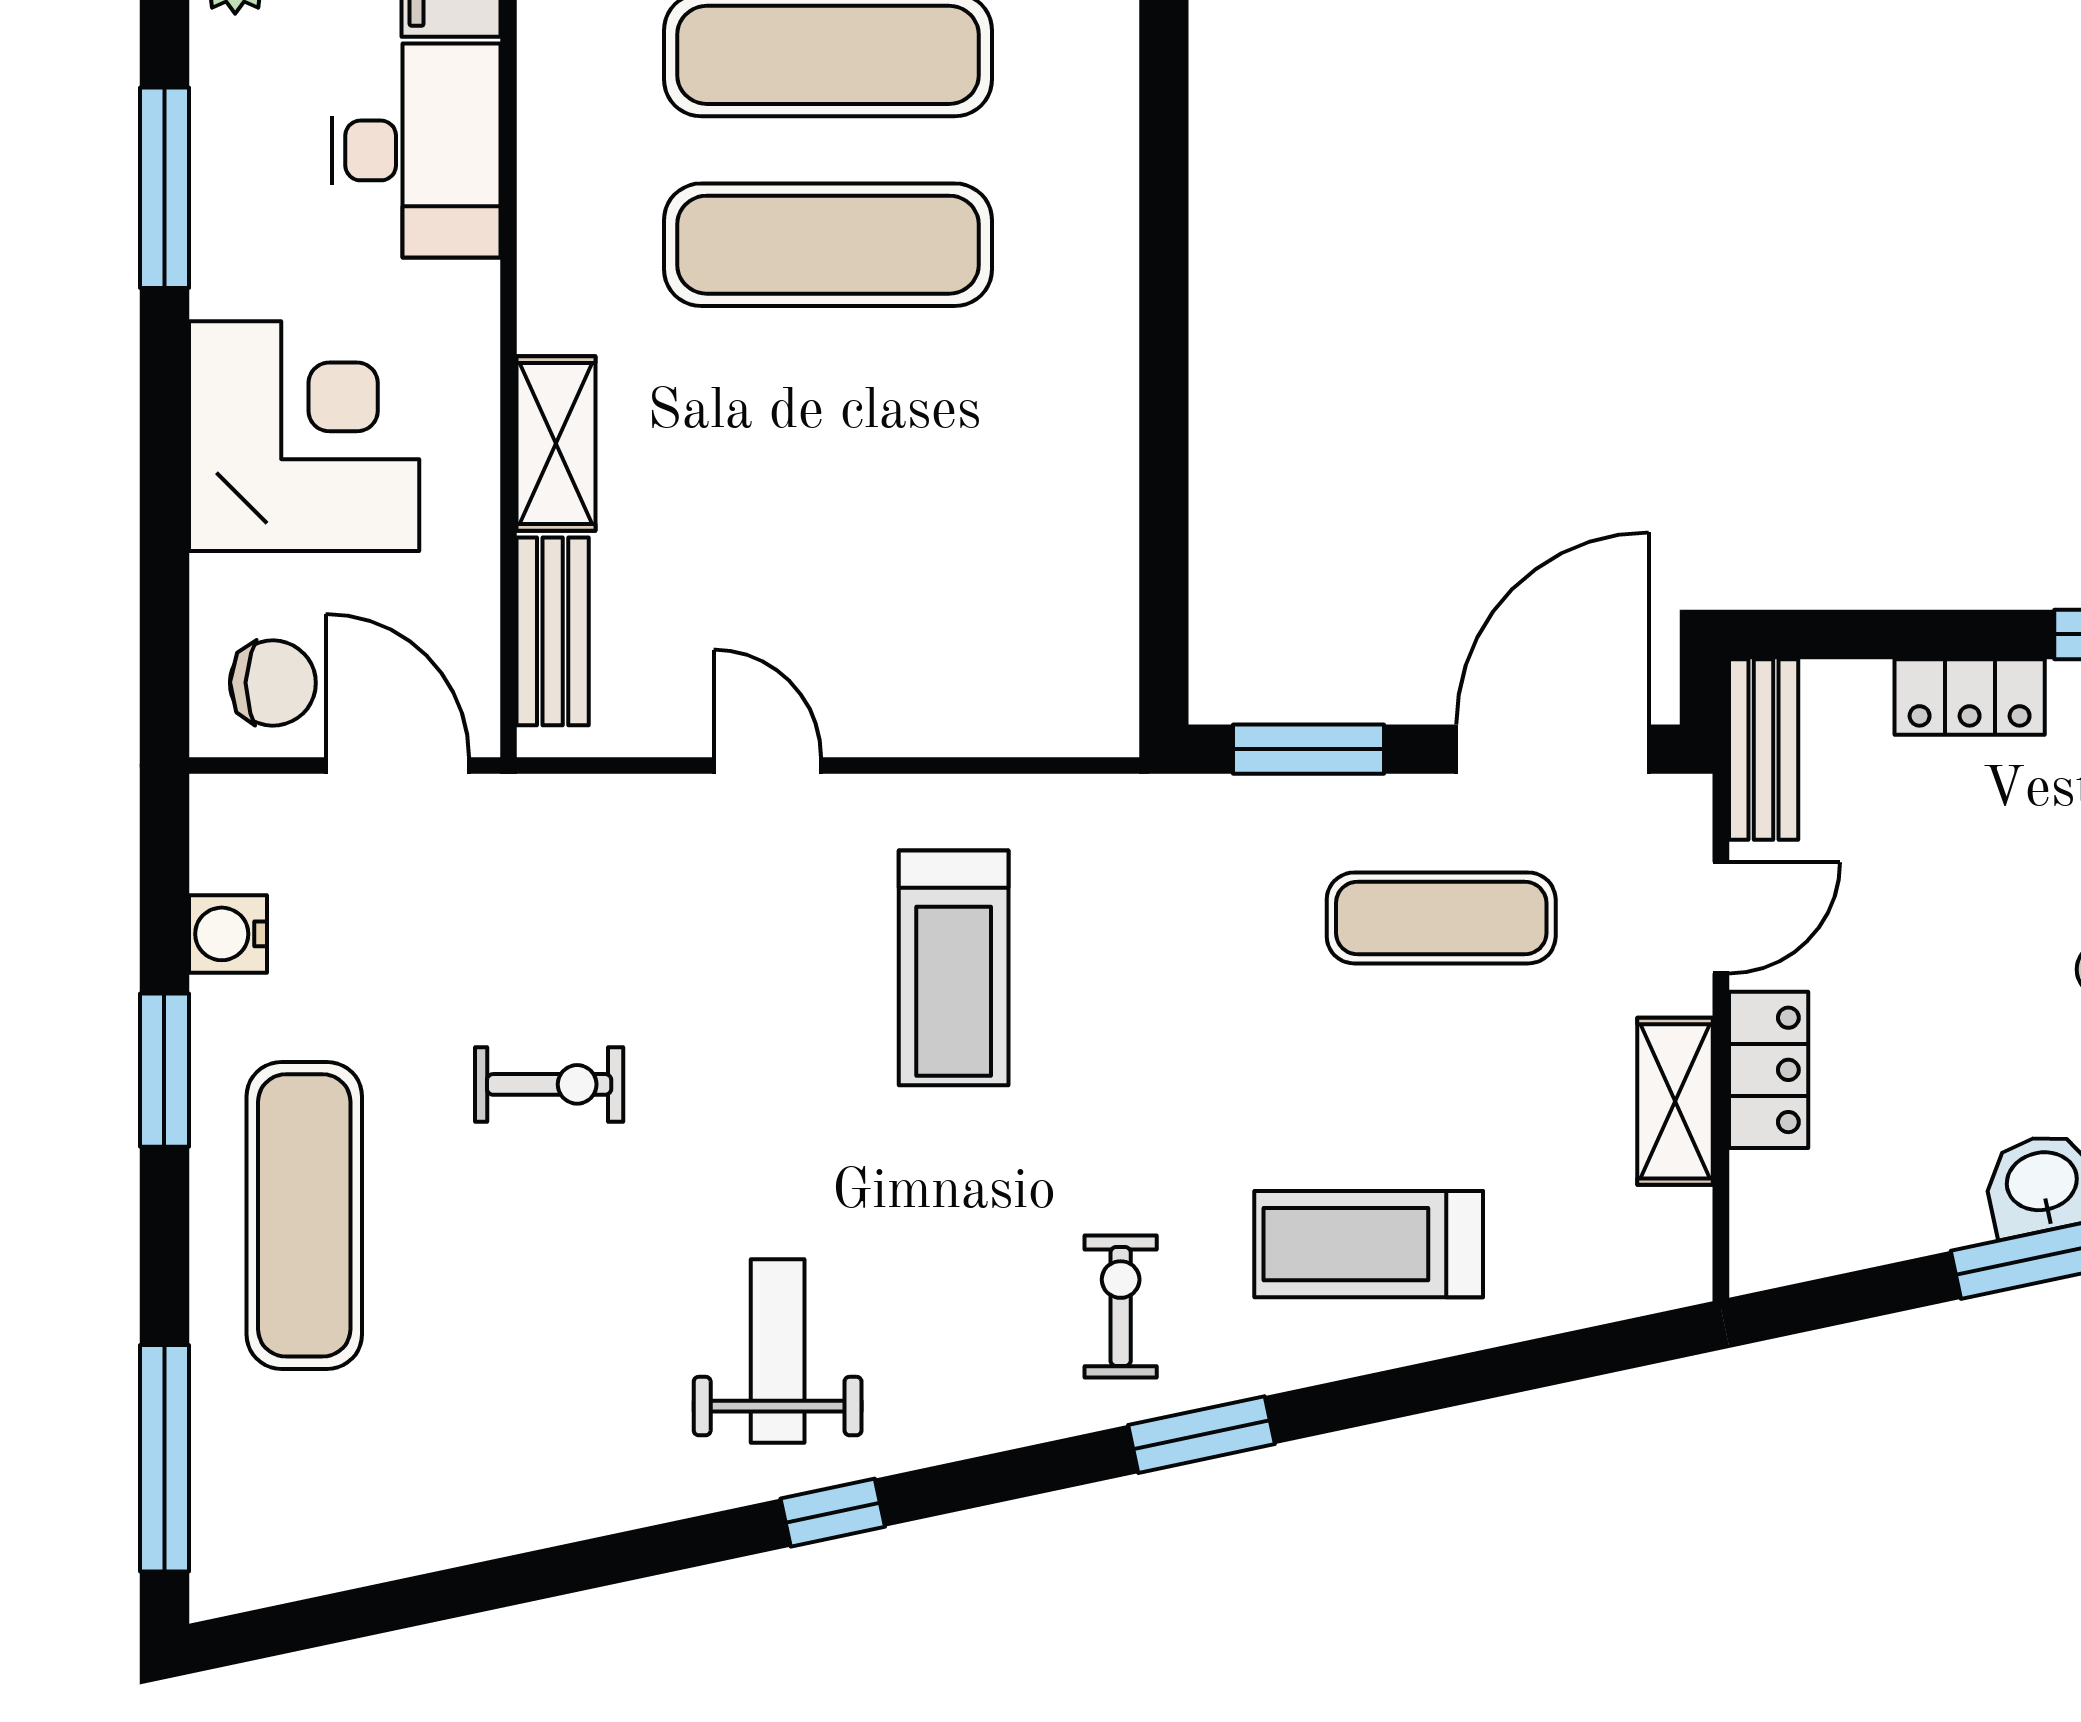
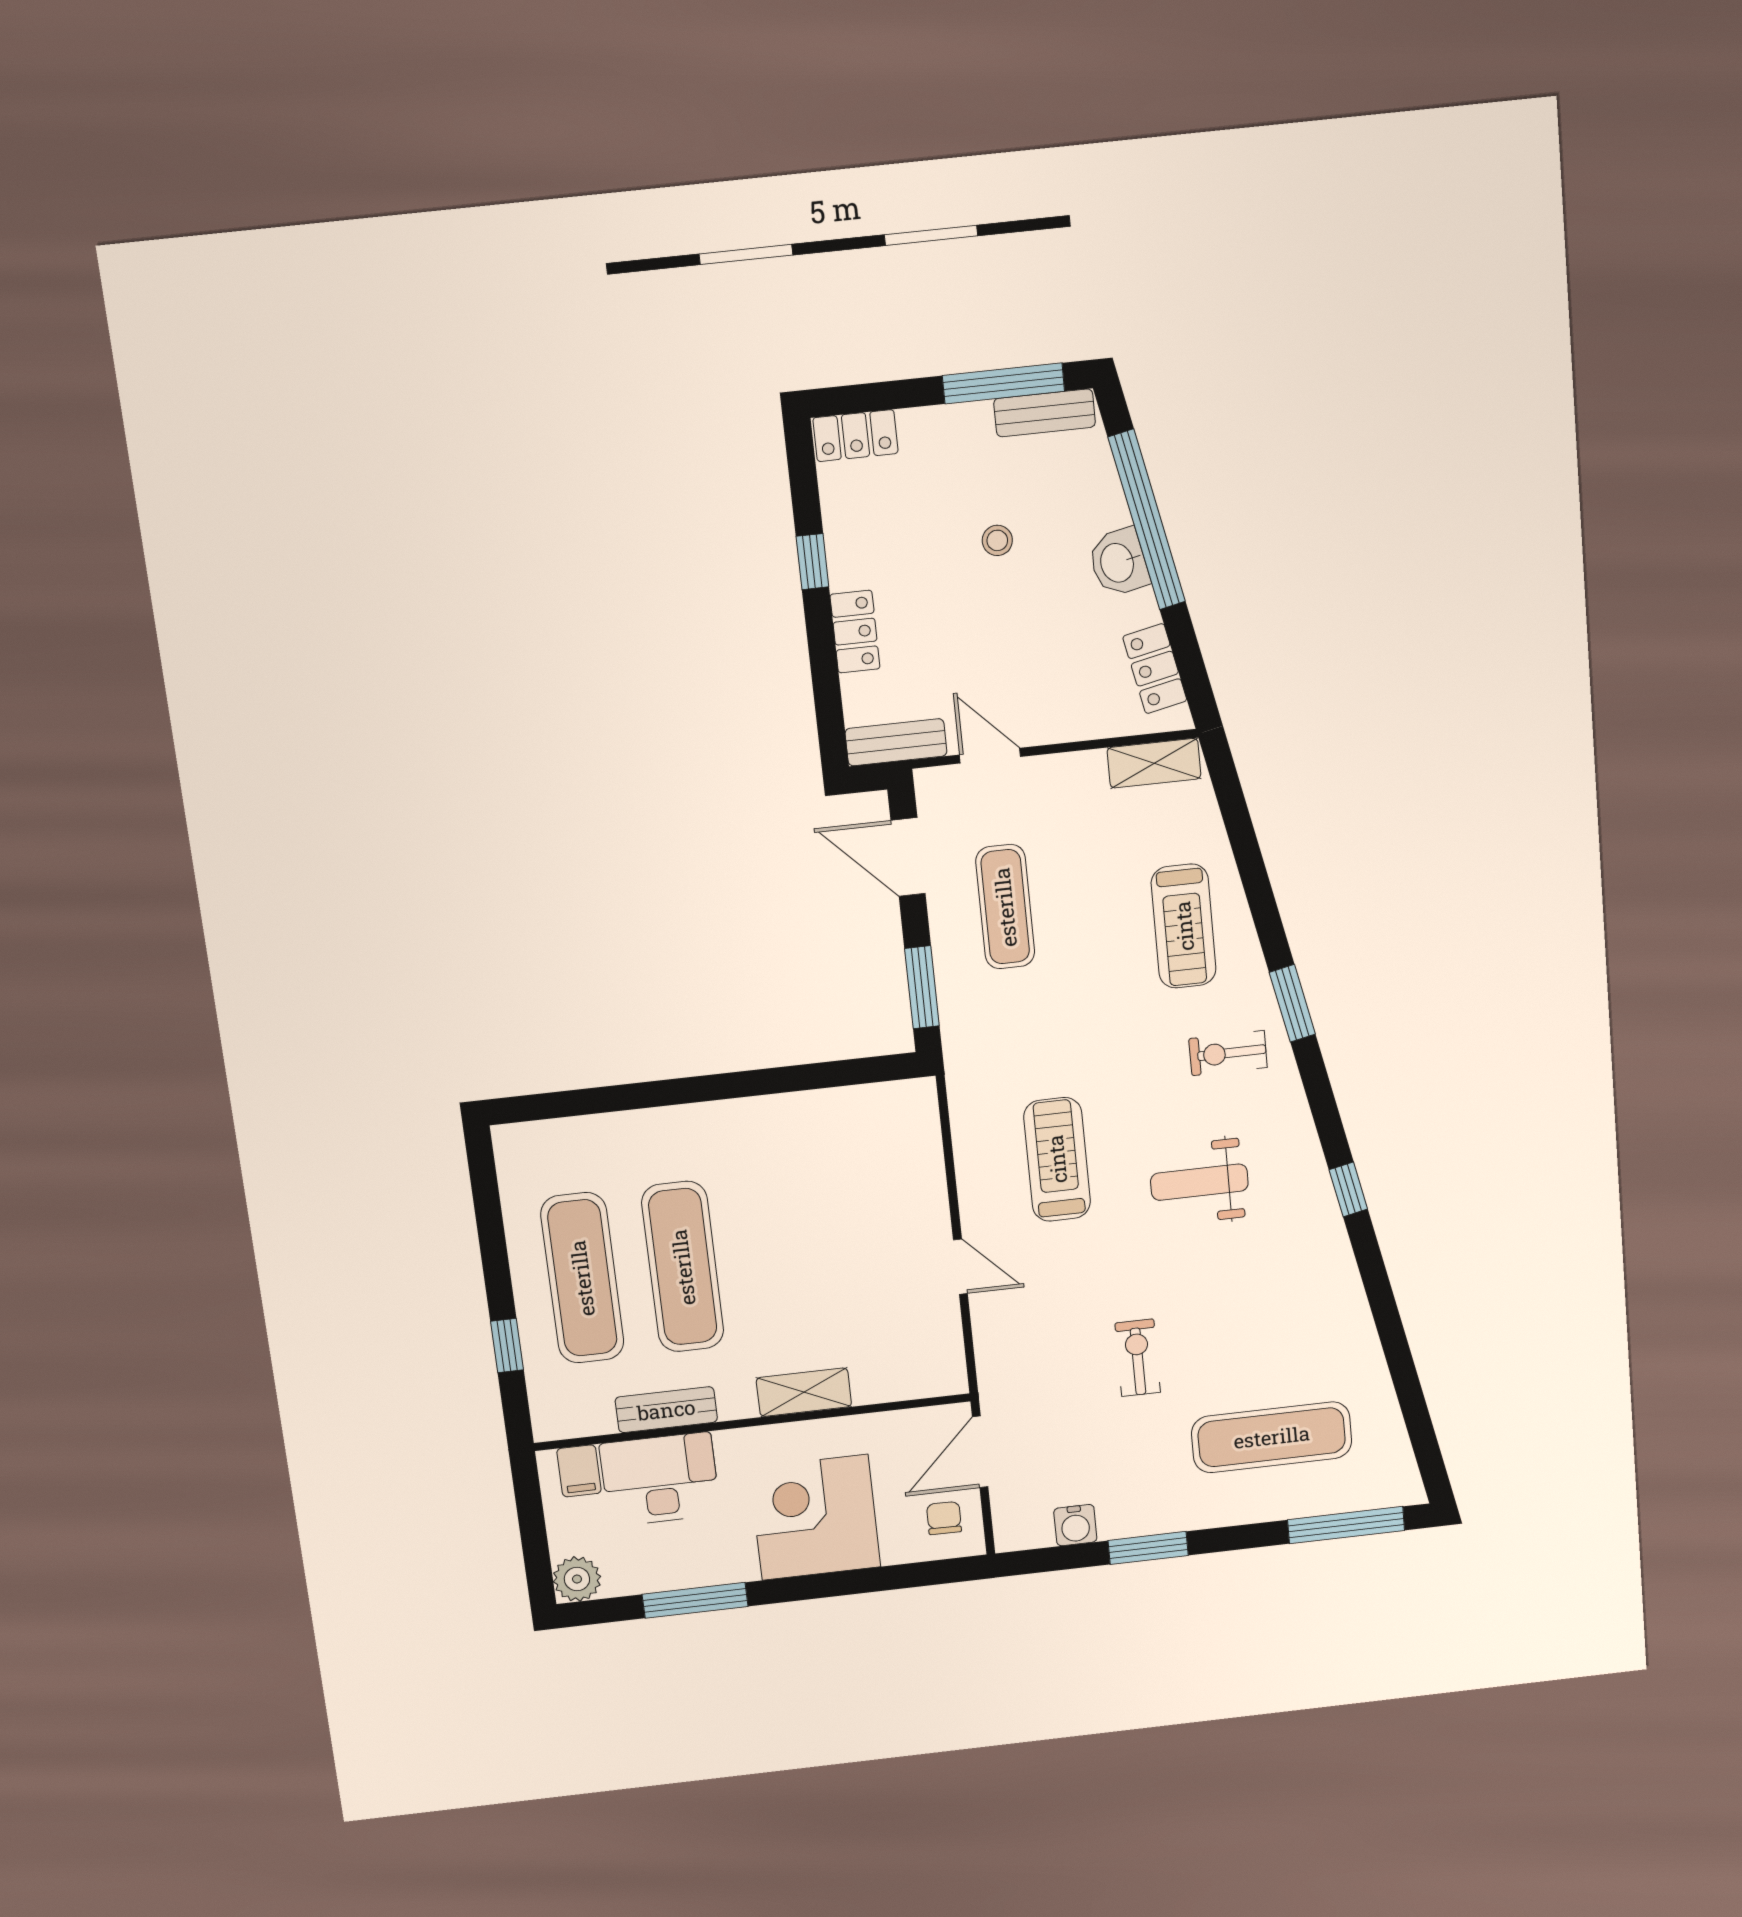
bench: (553, 631) -> (666, 1410), moved
chair: (273, 683) -> (944, 1518), width x0.73, depth x0.73
door: (1553, 749) -> (908, 857), width x0.73
door: (767, 766) -> (960, 1267), swing flipped
treadmill: (954, 968) -> (1057, 1159), turned -90
locker: (1769, 1070) -> (1155, 669), moved, turned -102
shelving: (1675, 1101) -> (1154, 763), moved
exercise mat: (304, 1215) -> (1272, 1437), moved
weight bench: (778, 1351) -> (1199, 1182), moved

